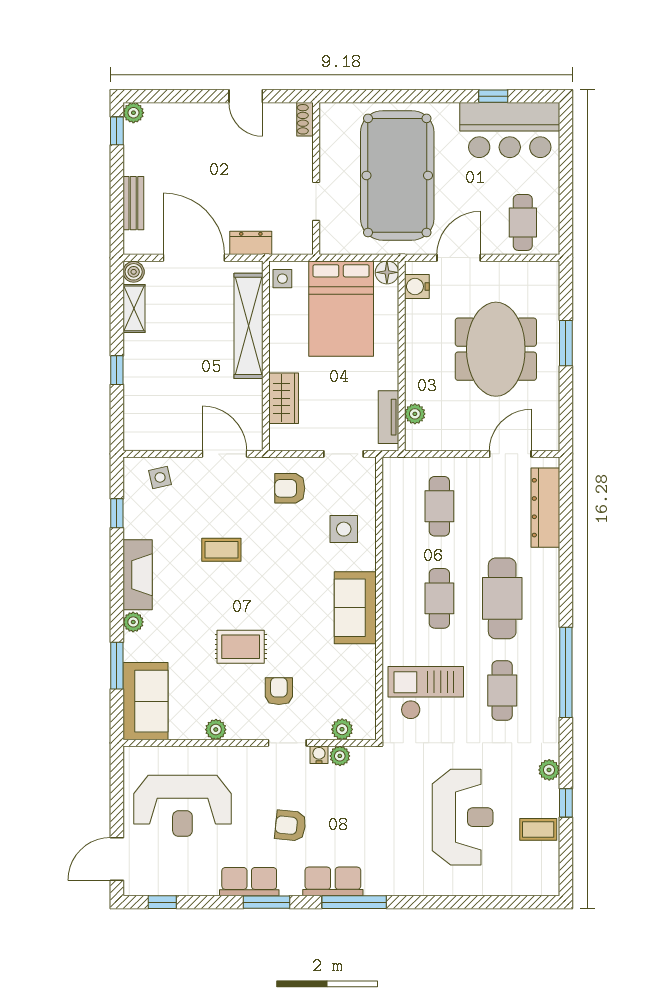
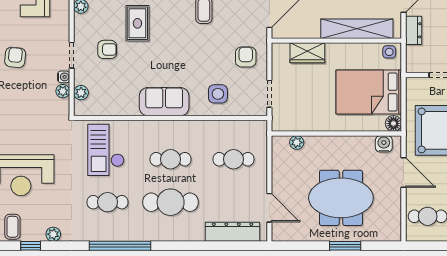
tv unit: (389, 417) -> (294, 124), removed
checkout: (426, 693) -> (106, 150), turned 180

